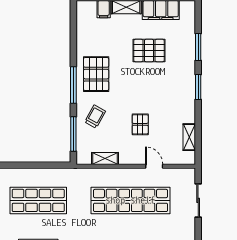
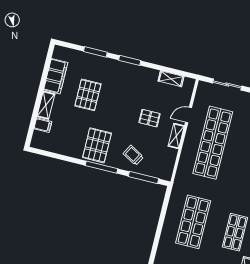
pallet: (96, 74) -> (97, 145), turned 90
shelving: (105, 159) -> (176, 136), moved

